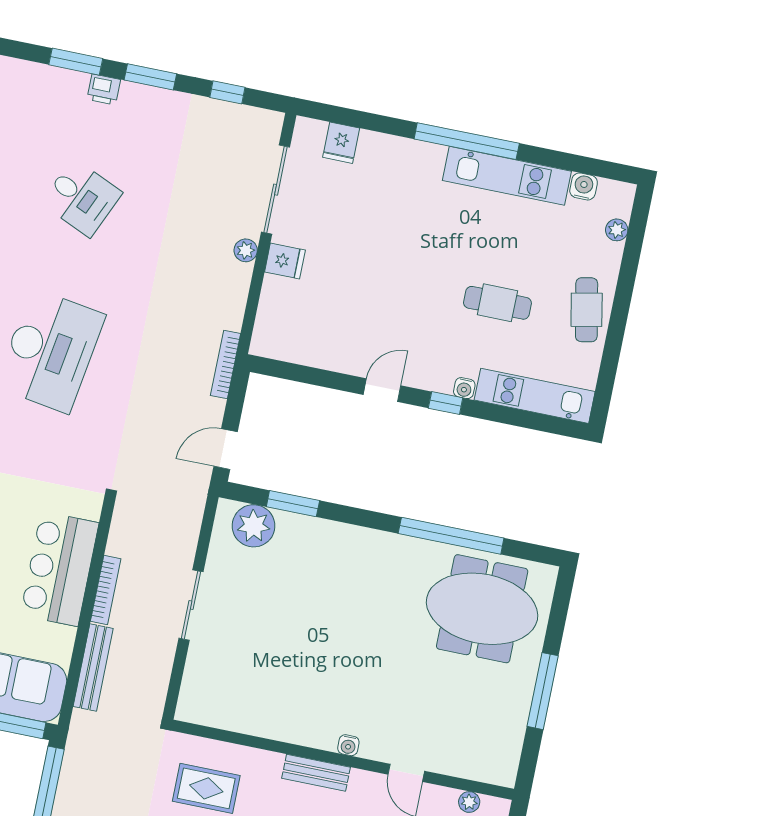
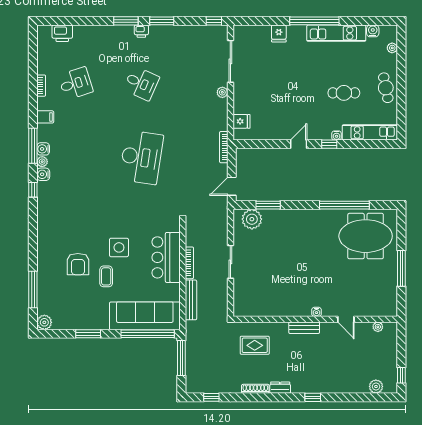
window: (227, 92) -> (214, 21), moved
fridge: (341, 143) -> (279, 33), moved
fridge: (285, 261) -> (241, 121), moved

